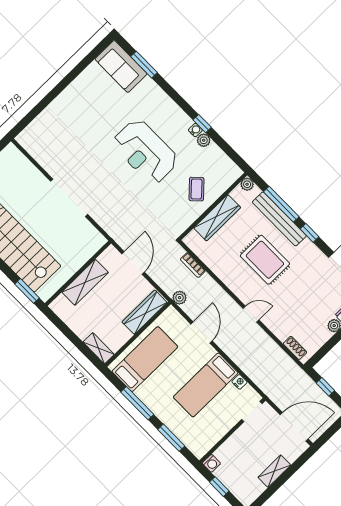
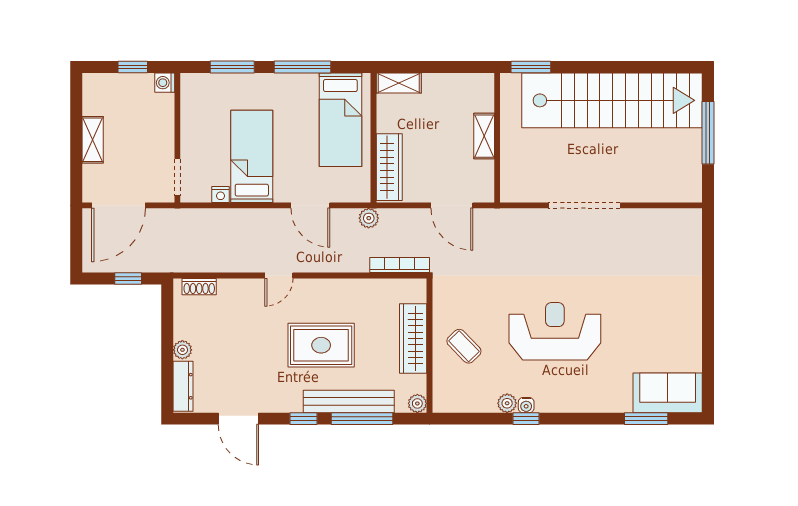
bookcase: (193, 265) -> (400, 265), width x1.56
shelving: (85, 282) -> (484, 136), width x0.67, depth x0.75

